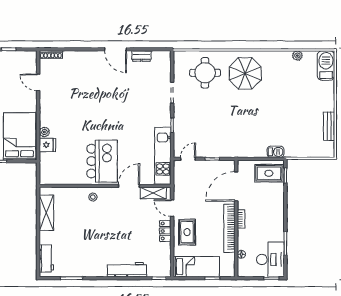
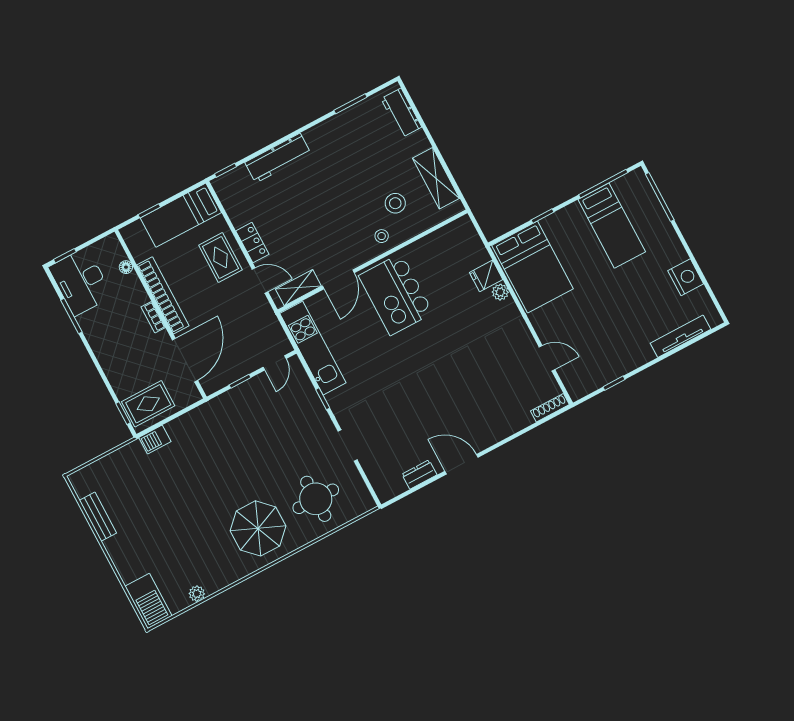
stool: (76, 211) -> (395, 203), added

